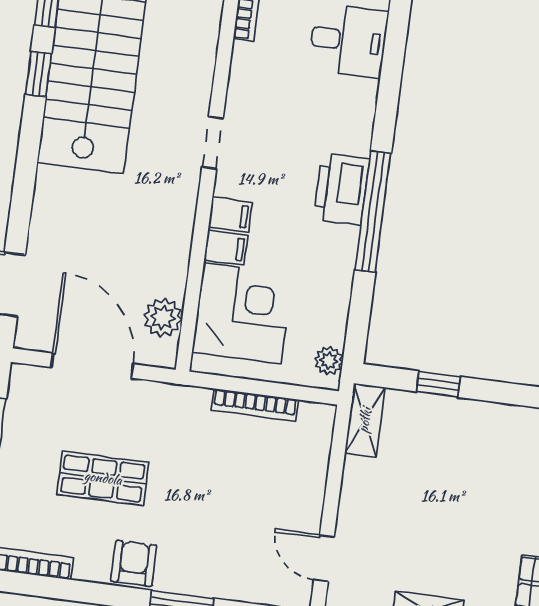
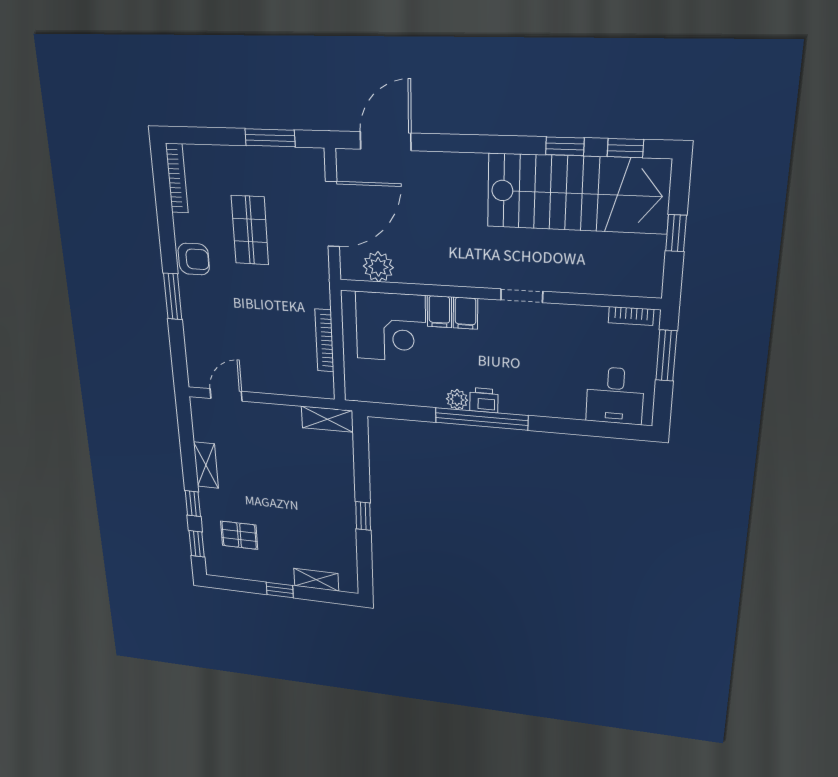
printer: (341, 189) -> (484, 400), width x0.53, depth x0.68
plant: (329, 361) -> (457, 400), moved
window: (438, 384) -> (363, 516), moved

